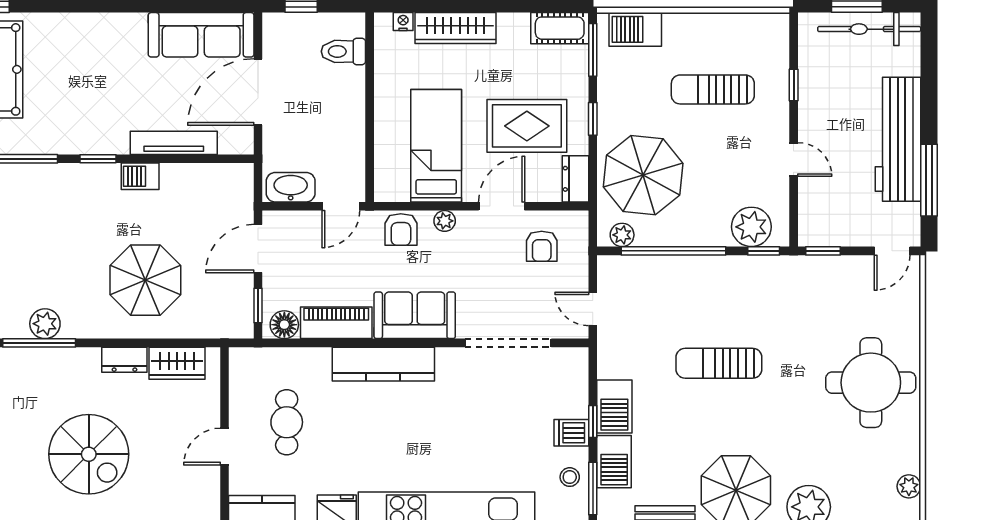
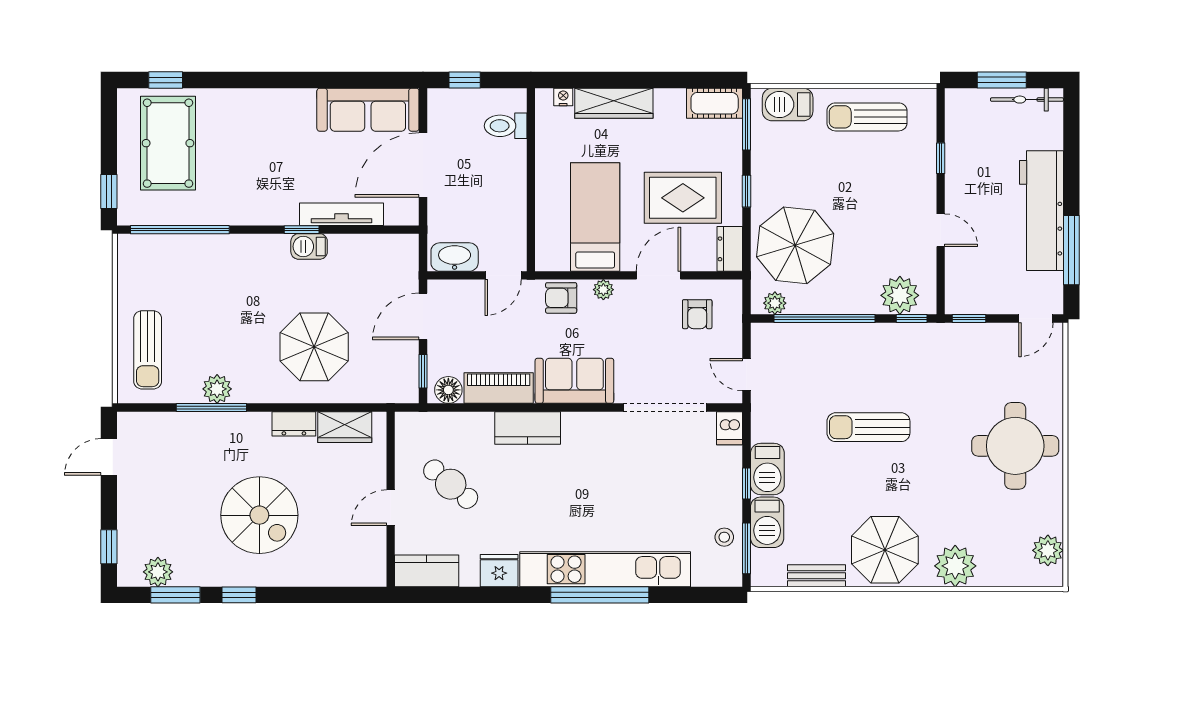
bicycle: (869, 29) -> (1027, 100), width x0.73, depth x0.71
sun lounger: (713, 89) -> (867, 117), moved
window: (98, 159) -> (302, 230), moved
armchair: (401, 229) -> (561, 298), turned 90
kitchen counter: (383, 364) -> (528, 428), width x0.67
cafe table: (287, 422) -> (451, 484), turned -50
dishwasher: (571, 433) -> (730, 428), moved, turned -90
plant: (909, 486) -> (1048, 550), width x1.38, depth x1.38

